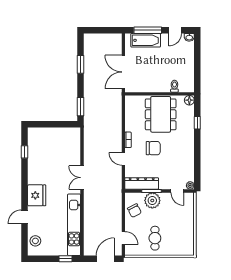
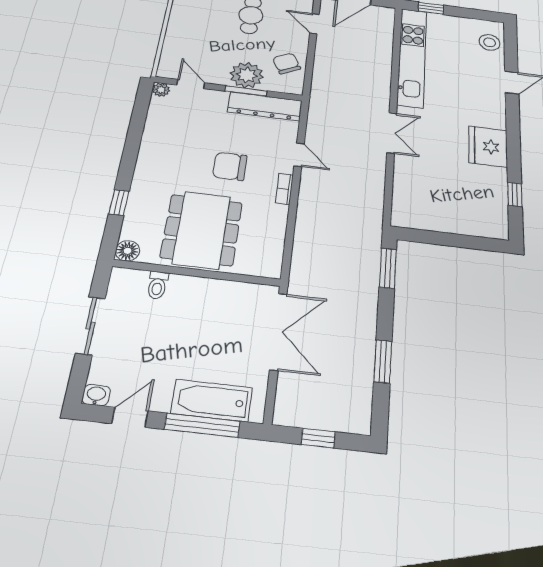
window: (104, 30) -> (318, 438), added
sliding door: (197, 65) -> (90, 326), added
fridge: (37, 195) -> (488, 146), moved

